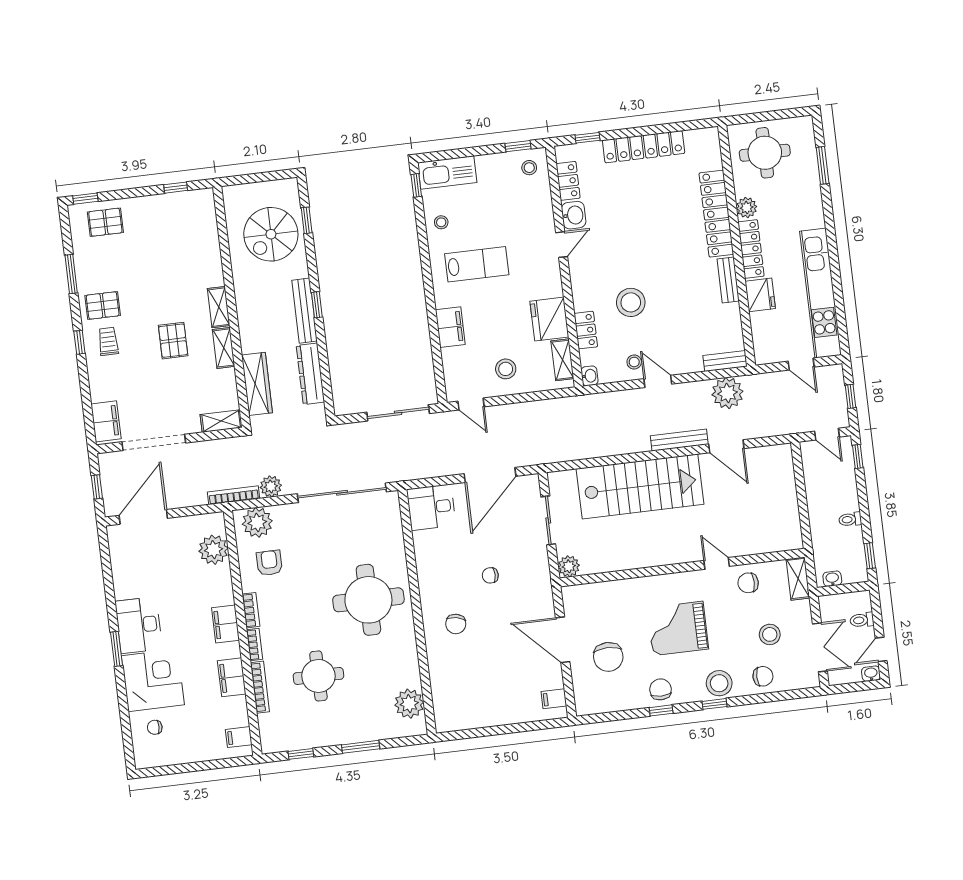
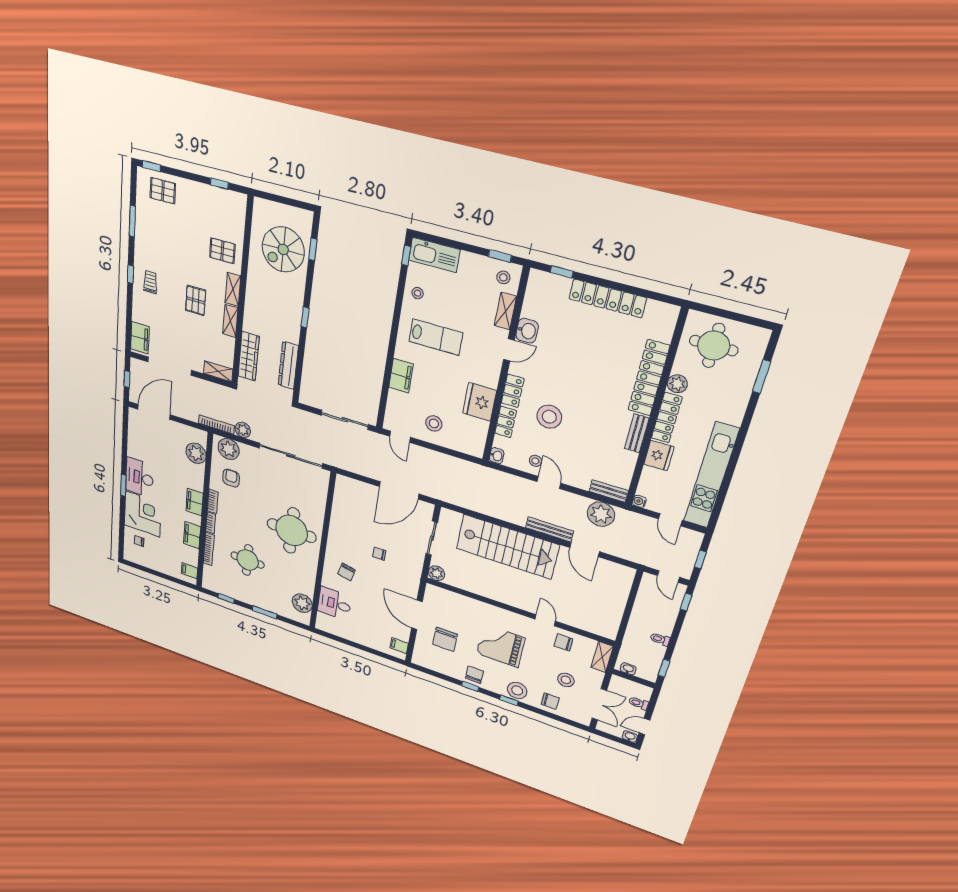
locker: (568, 181) -> (513, 391), moved
pallet: (103, 305) -> (222, 251), moved
bench: (304, 311) -> (295, 318), removed
water cooler: (761, 358) -> (639, 501), added
shelving: (562, 360) -> (505, 311), moved
desk: (431, 507) -> (334, 604), moved

